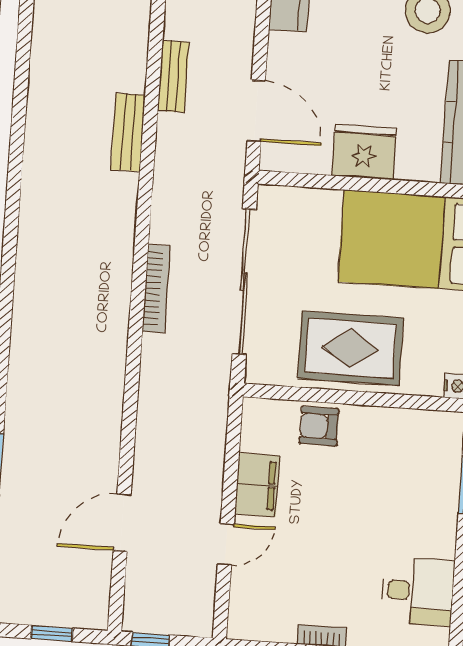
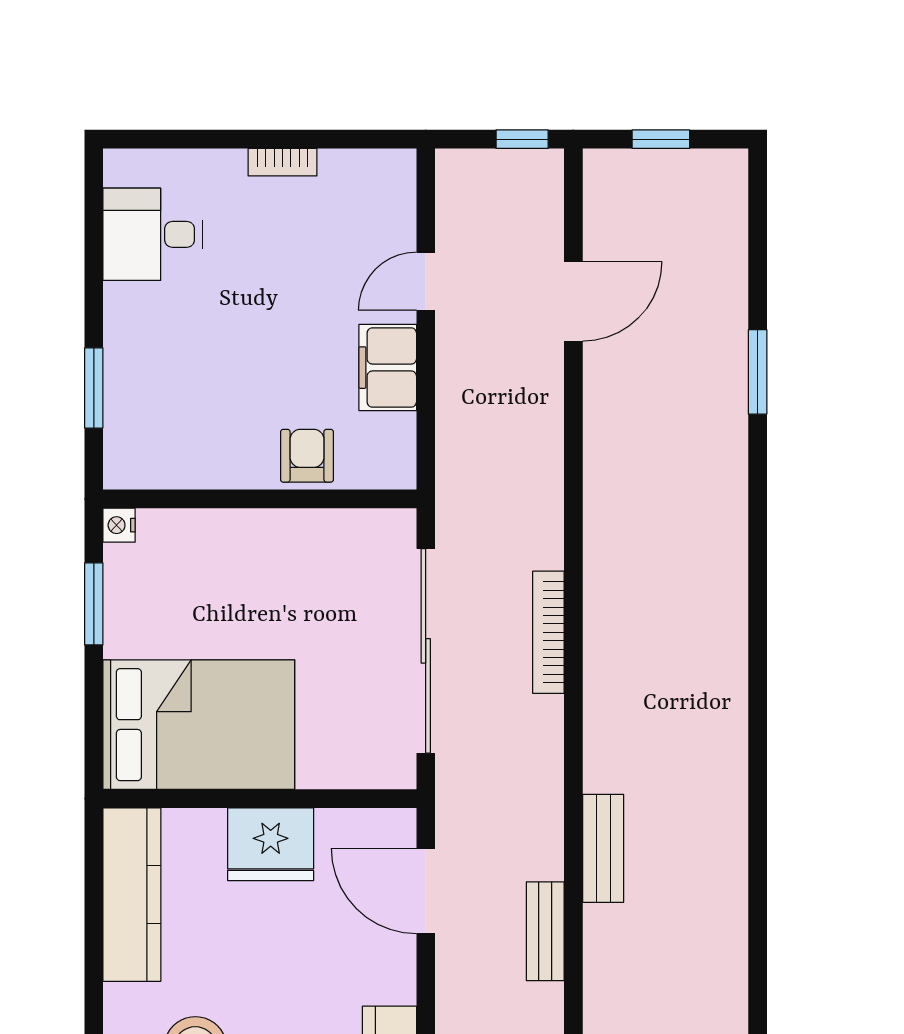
rug: (350, 348) -> (271, 568), removed
armchair: (319, 426) -> (307, 456), turned -90

